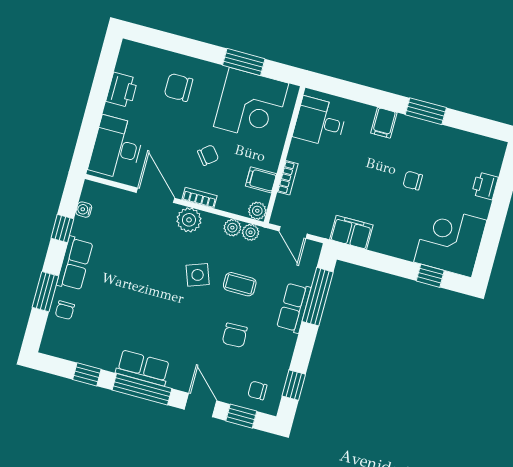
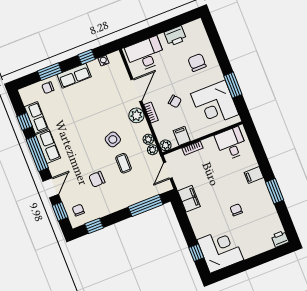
printer: (485, 186) -> (280, 239), moved
row of seats: (294, 308) -> (36, 118), moved, turned 90

